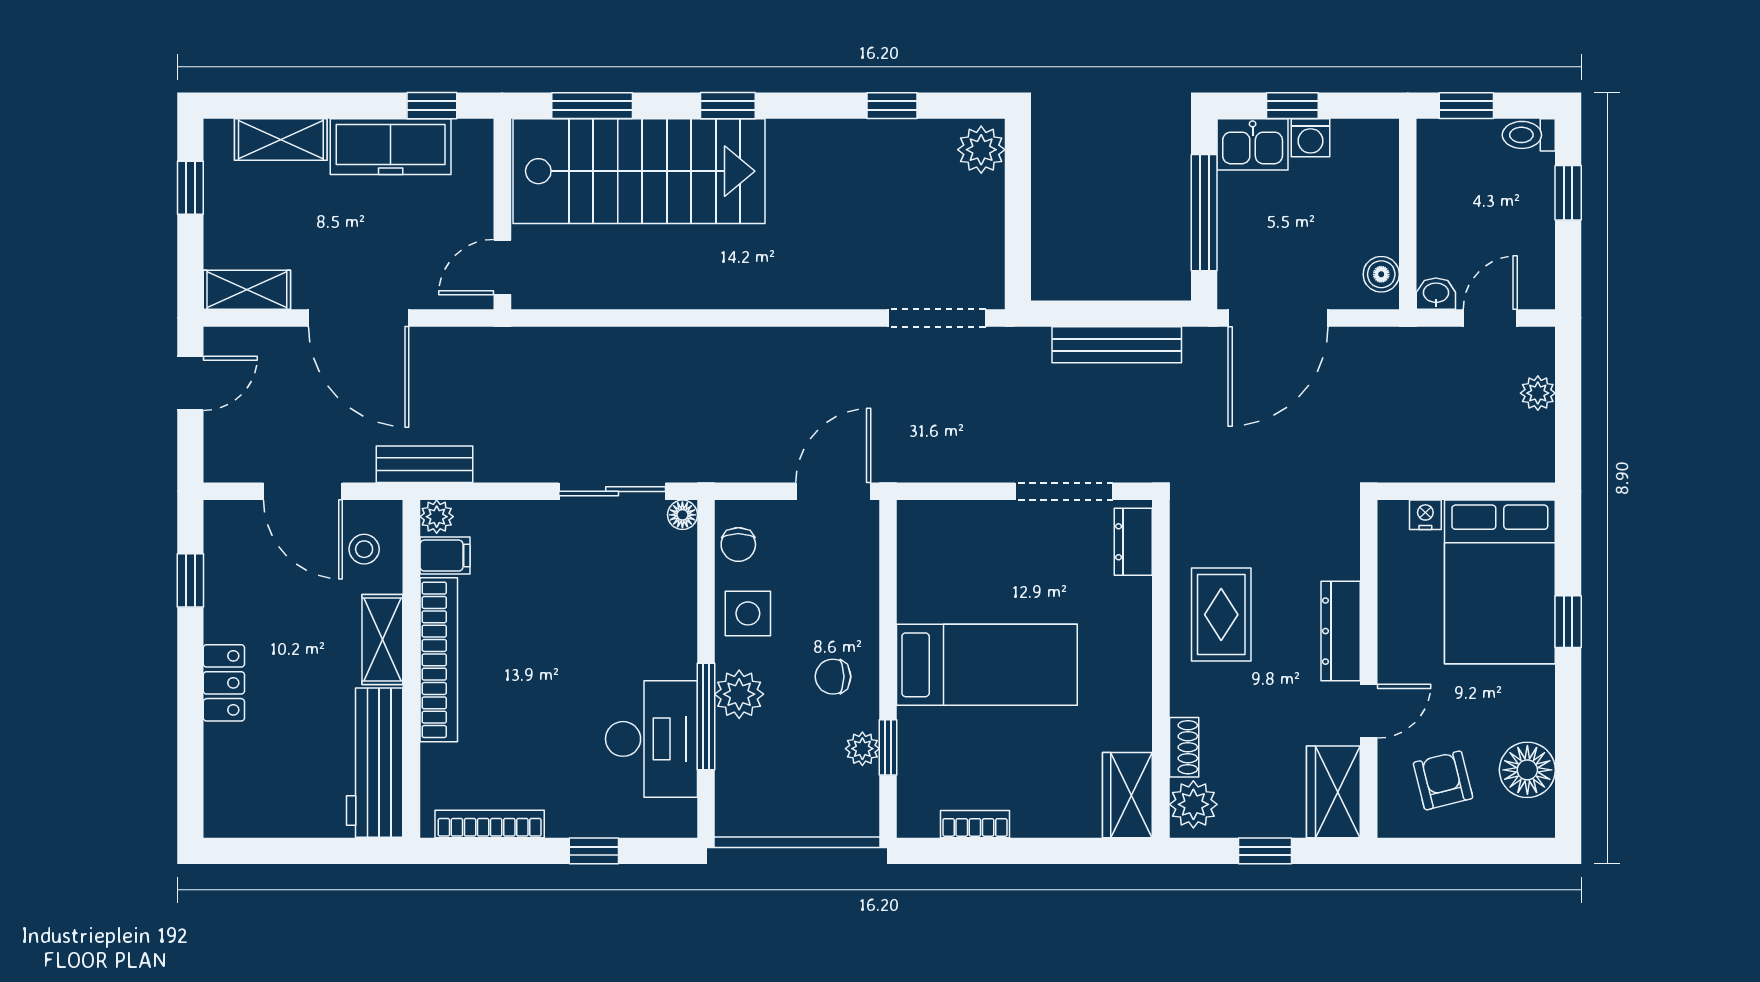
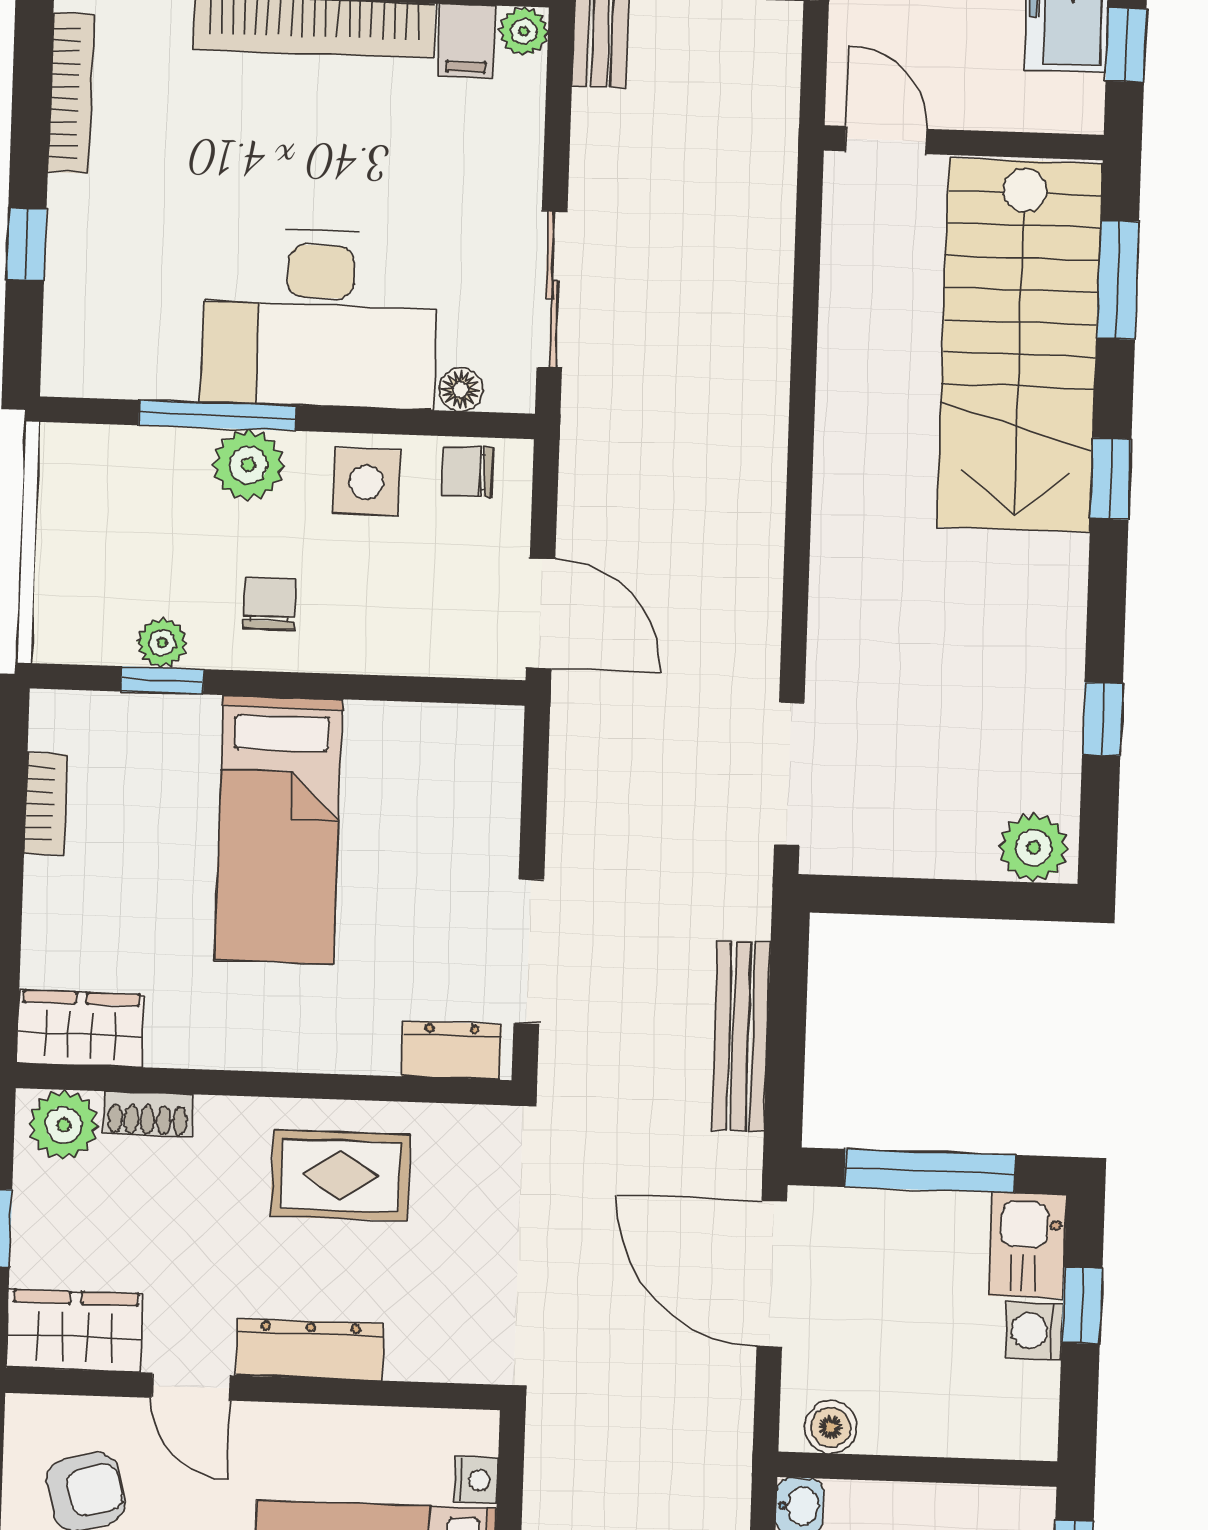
floor lamp: (682, 515) -> (461, 389), moved
desk: (651, 739) -> (320, 319), moved, width x1.36, depth x1.30

